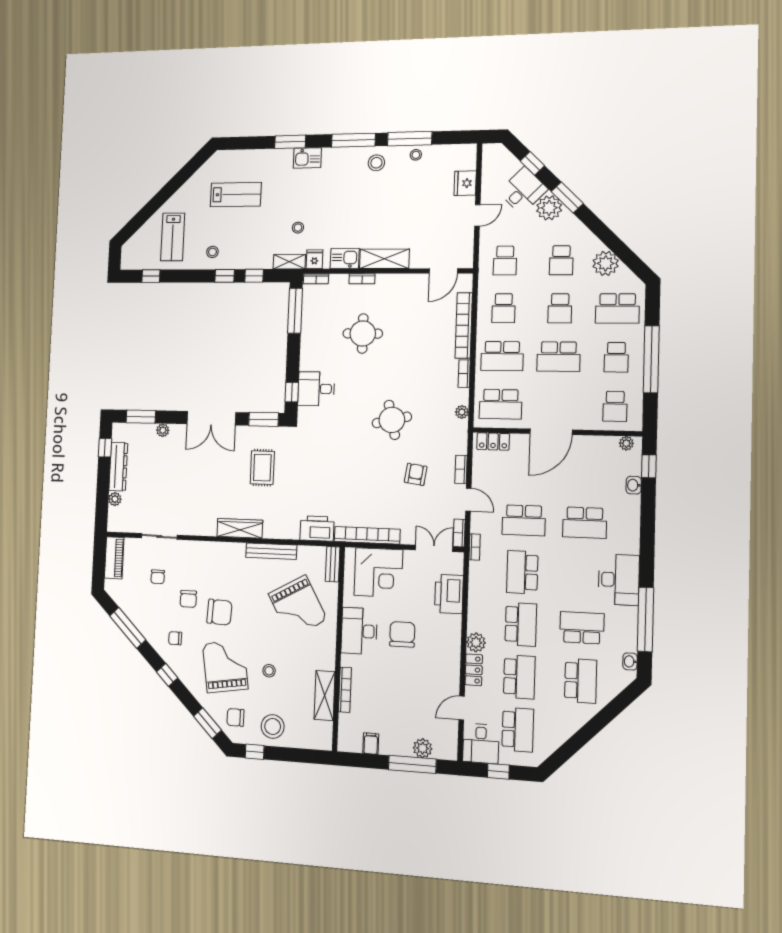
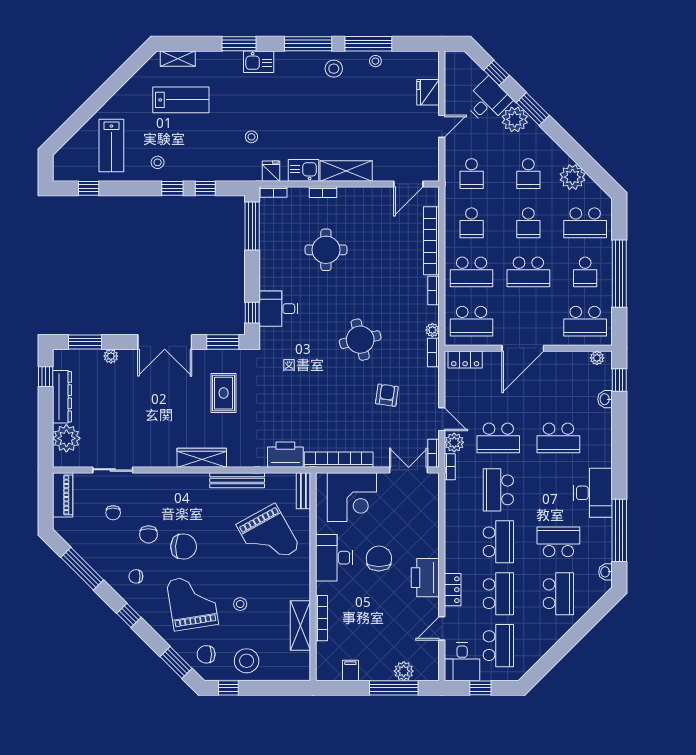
shelving: (289, 262) -> (178, 59), moved
school desk: (615, 406) -> (585, 321), width x1.85
bookcase: (461, 469) -> (433, 353), moved
plant: (115, 499) -> (66, 438), width x1.87, depth x1.87
printer: (449, 594) -> (425, 578), moved
plant: (476, 642) -> (454, 442), moved

